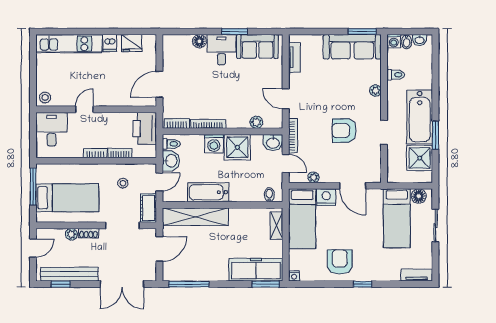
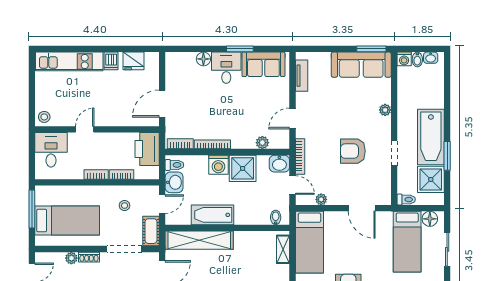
toilet: (396, 75) -> (406, 199), moved
door: (286, 99) -> (293, 118), hinge flipped
nightstand: (326, 197) -> (334, 220), removed

